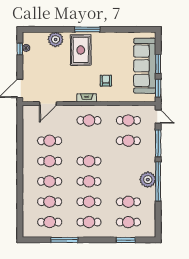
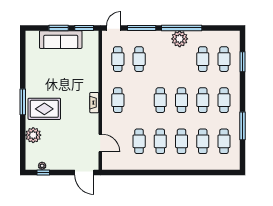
sofa: (145, 66) -> (61, 40), width x0.74, depth x0.79
armchair: (106, 81) -> (76, 83), removed

